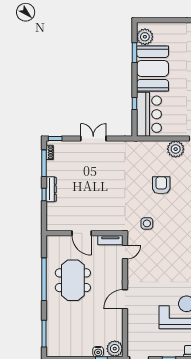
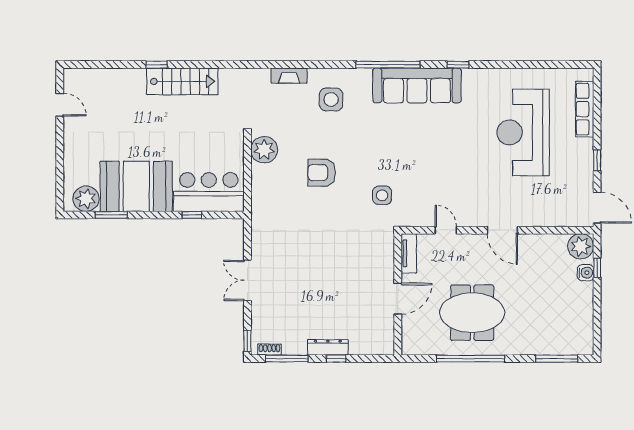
door: (125, 252) -> (446, 230), moved

